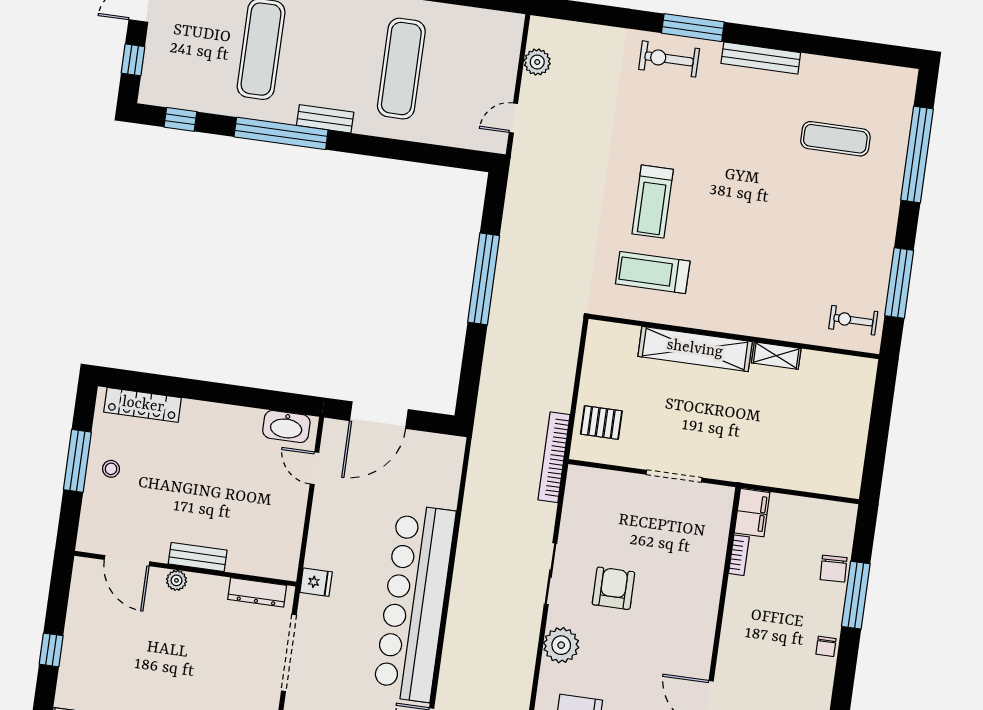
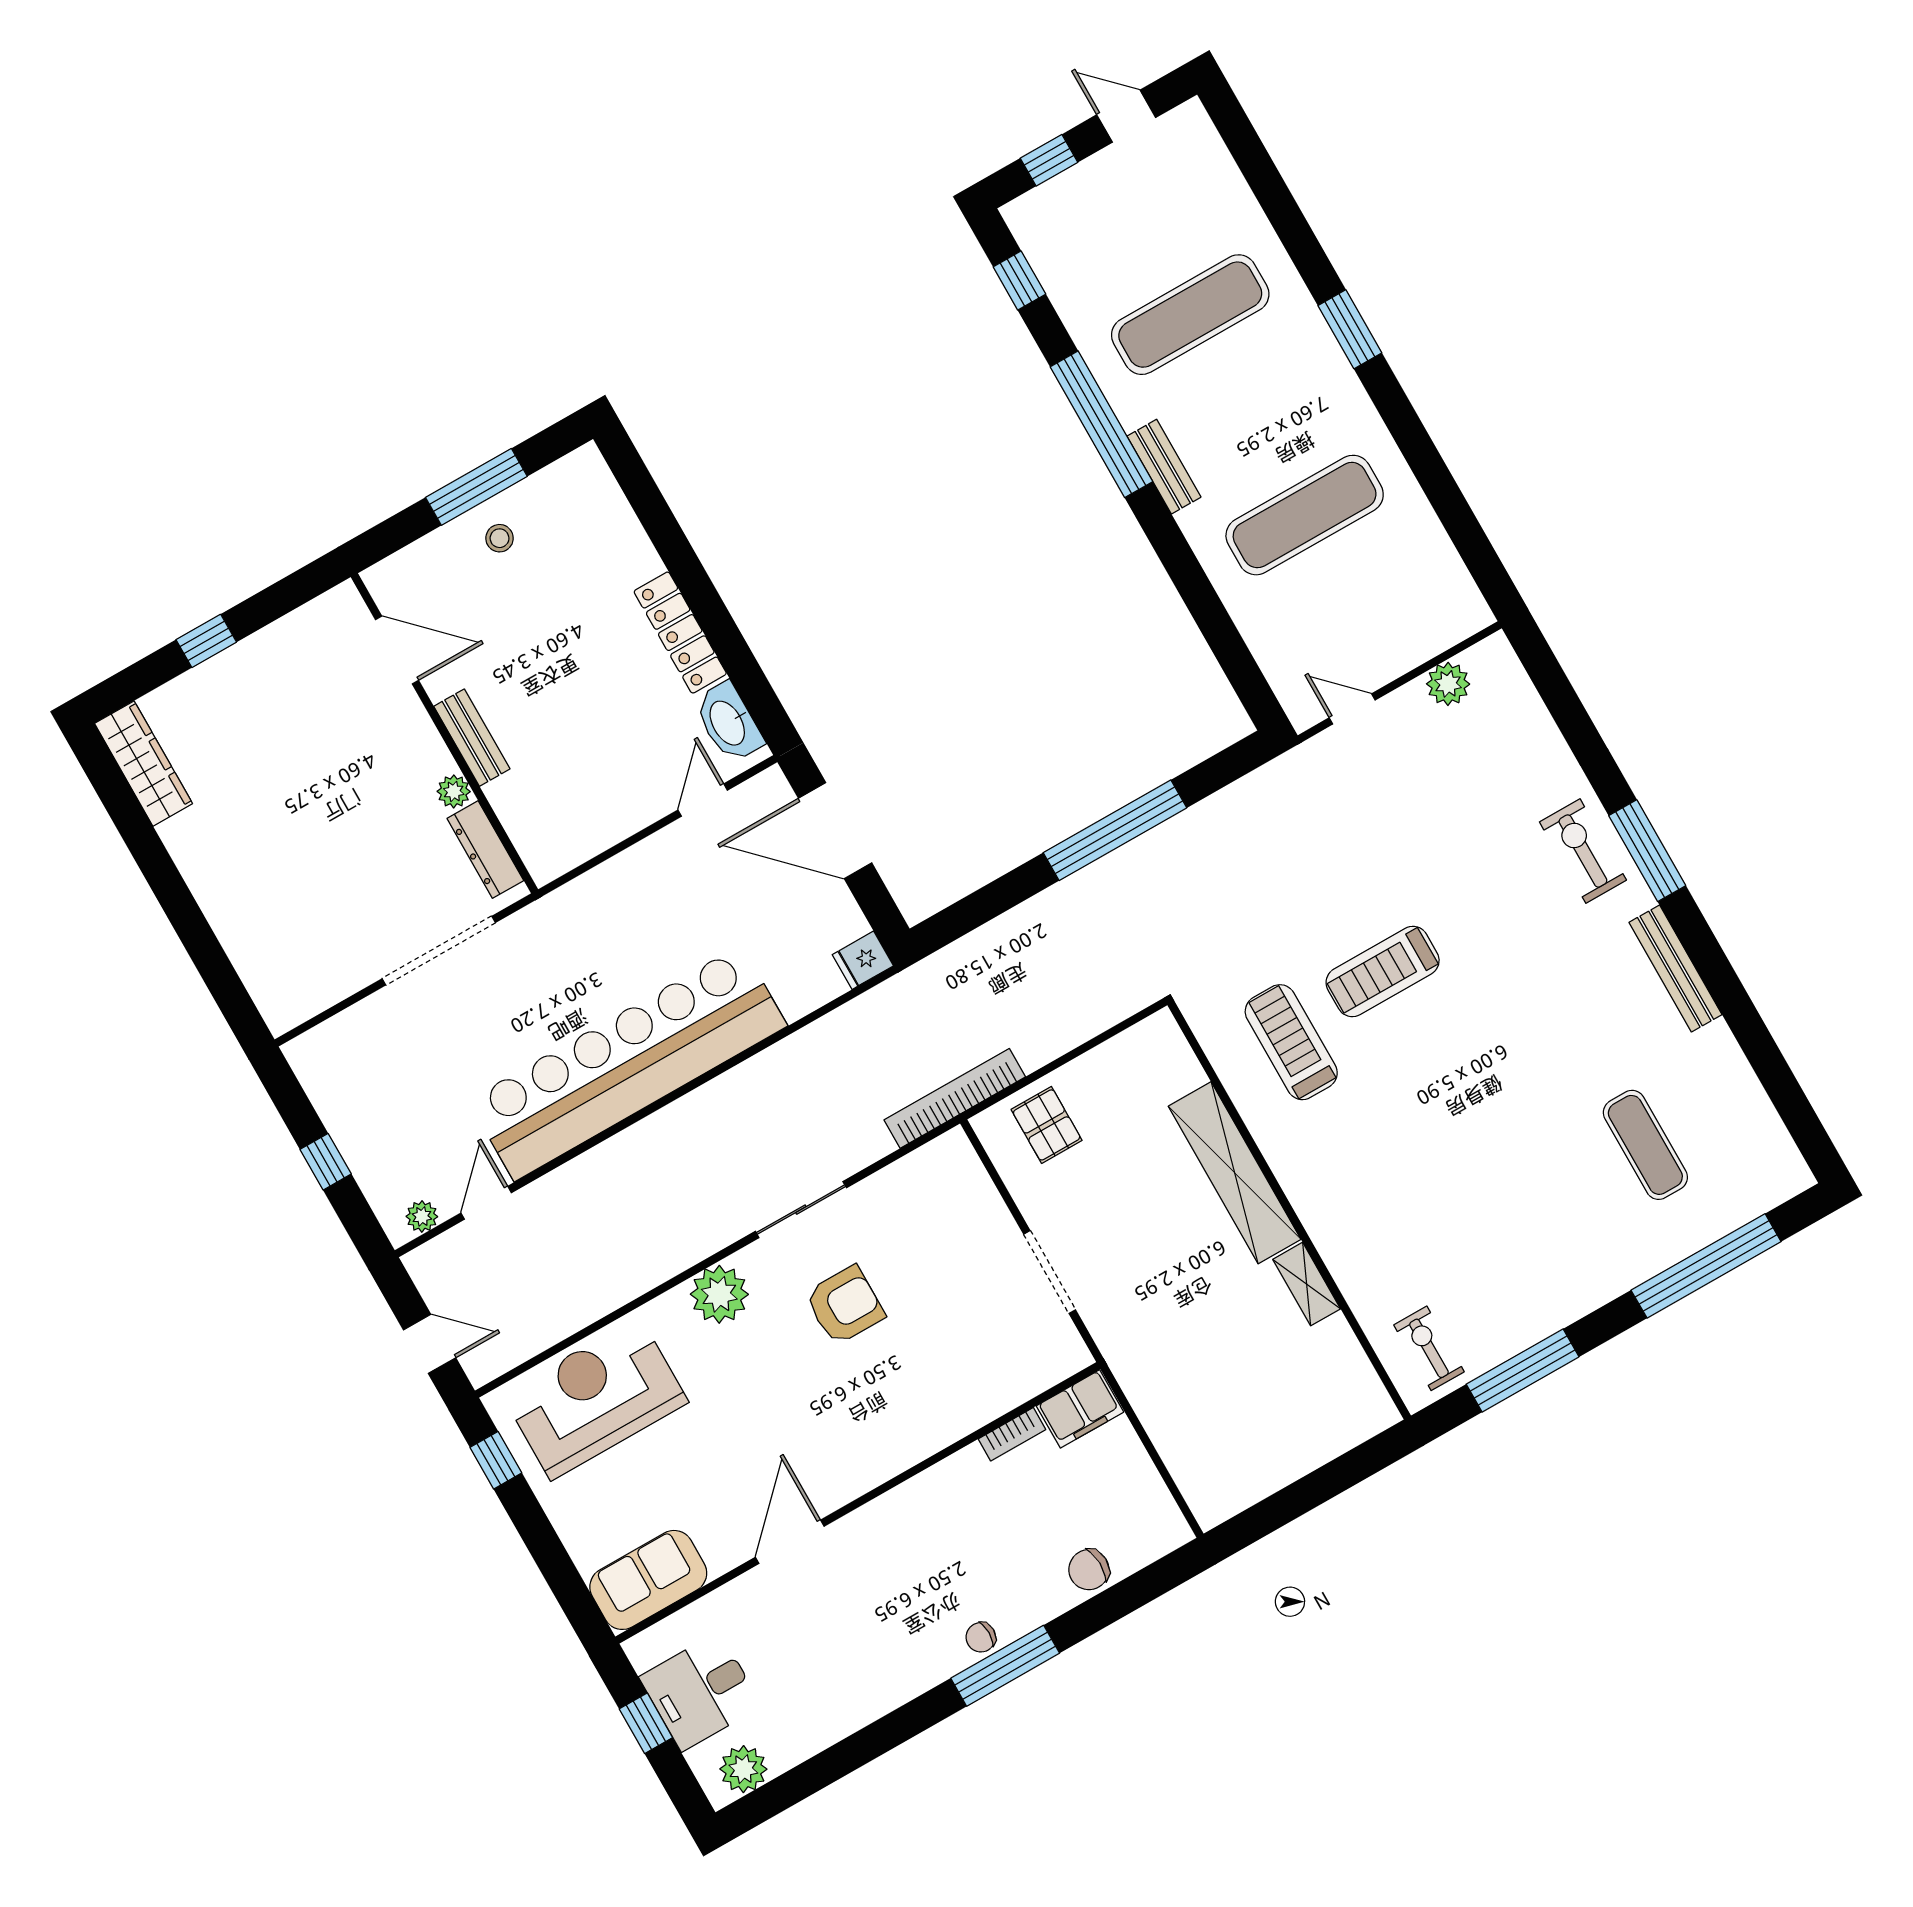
locker: (143, 405) -> (680, 633), moved
door: (127, 561) -> (397, 650), swing flipped
plant: (176, 580) -> (454, 791), moved
fridge: (316, 582) -> (863, 960), moved, turned 90
window: (856, 595) -> (1005, 1666), moved

